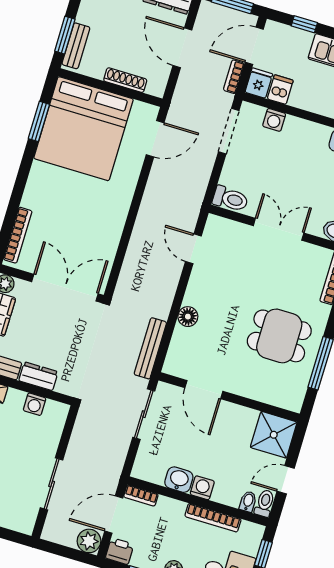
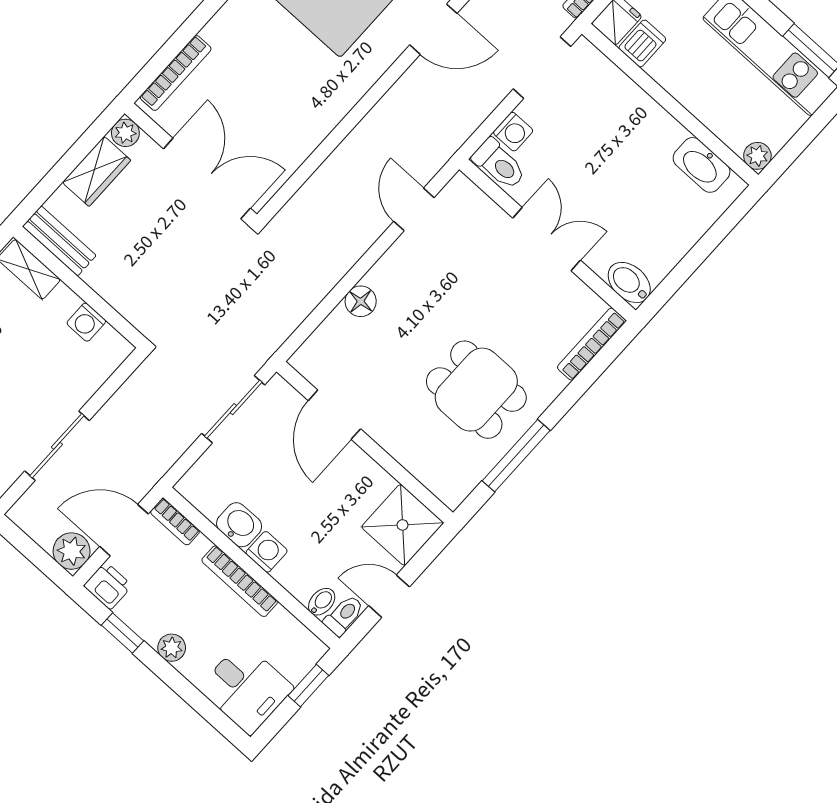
washing machine: (274, 120) -> (513, 132), moved, turned -90
bench: (150, 348) -> (287, 321), removed
dresser: (38, 376) -> (110, 285), removed
bookcase: (213, 518) -> (240, 581), moved

